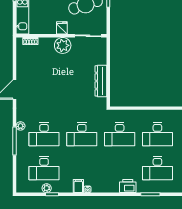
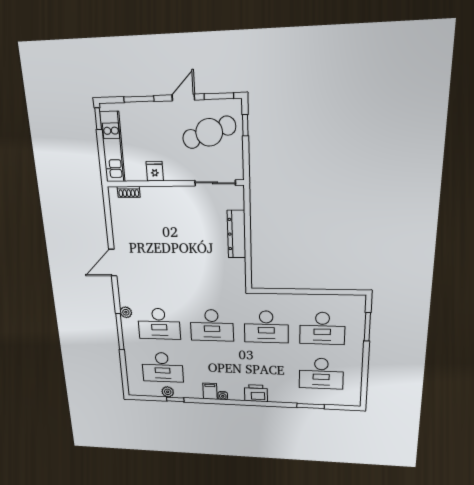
fridge: (62, 28) -> (155, 171), moved
plant: (63, 45) -> (177, 198), removed
dresser: (101, 81) -> (237, 234), moved
printer: (128, 186) -> (256, 393), moved

